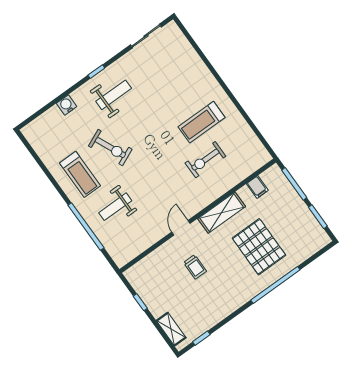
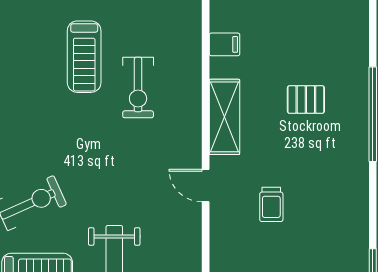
pallet: (259, 247) -> (306, 100), width x0.49, depth x0.50
trolley: (195, 267) -> (271, 204), turned 90

